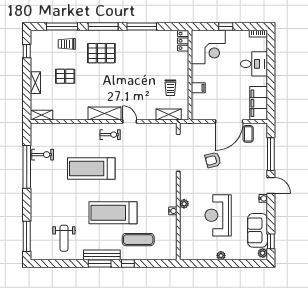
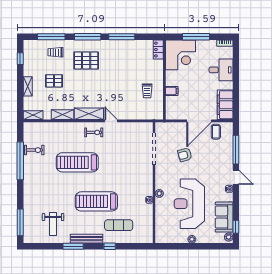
window: (226, 27) -> (196, 37), width x2.17
shelving: (169, 114) -> (63, 115), moved
reception desk: (218, 215) -> (189, 204), width x1.36, depth x1.30
window: (100, 263) -> (73, 246), moved

